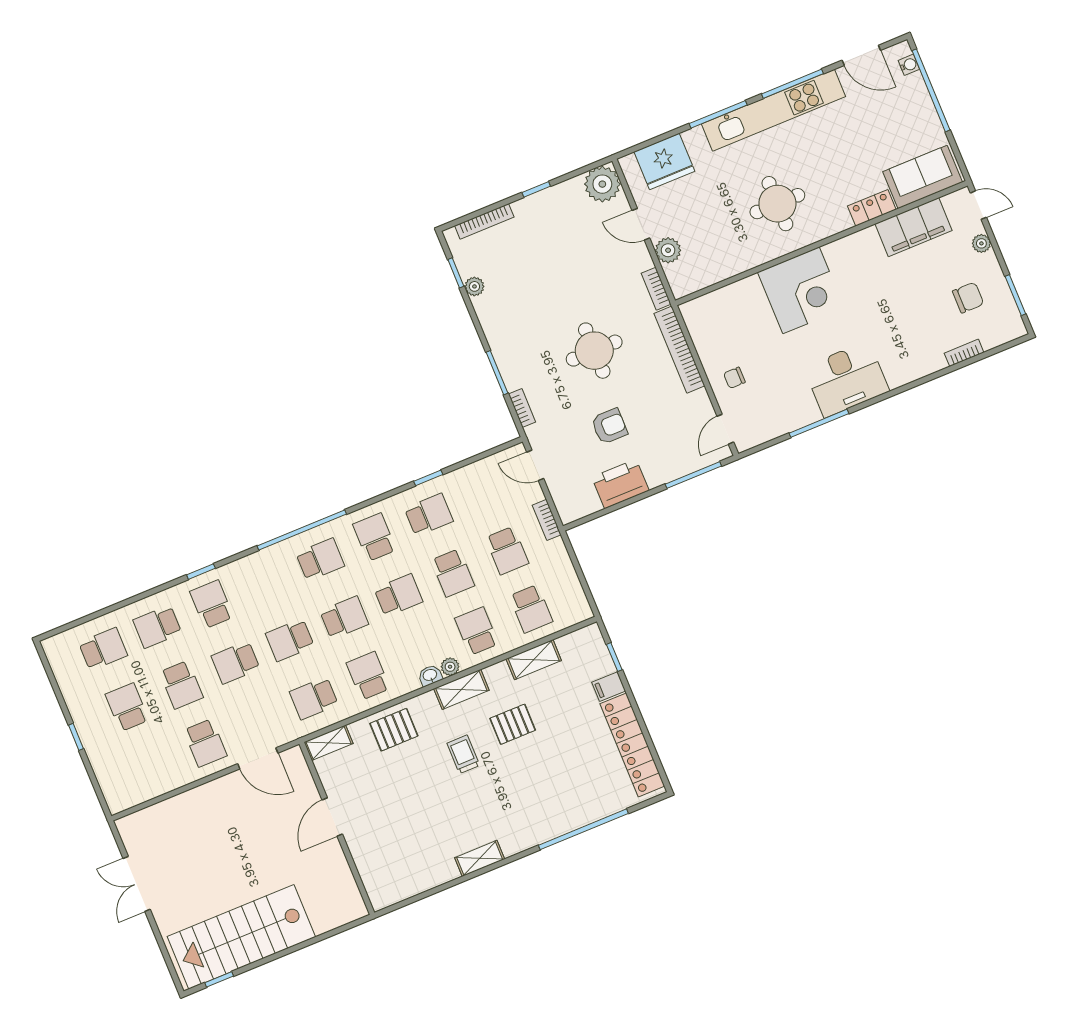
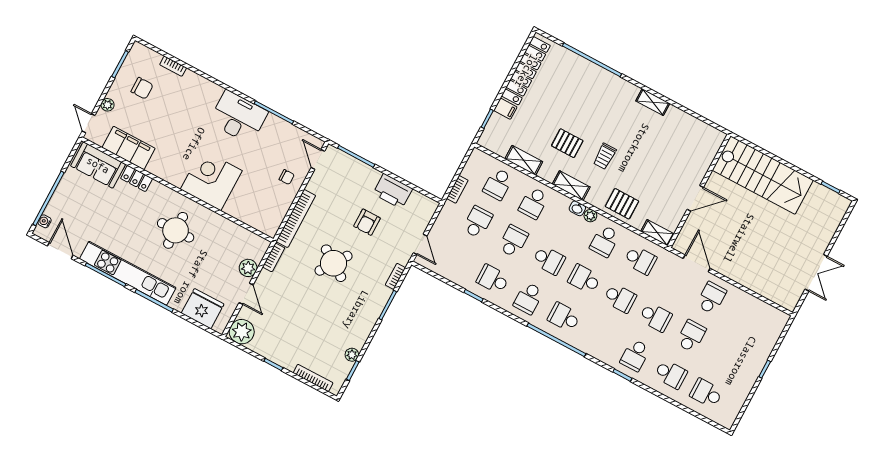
chair: (968, 298) -> (142, 88), turned 180
round table: (594, 351) -> (334, 263), turned 34
armchair: (609, 426) -> (367, 222), turned -90
door: (725, 429) -> (318, 159), swing flipped
bookcase: (547, 520) -> (457, 189), moved
school desk: (398, 595) -> (549, 260), turned 180
school desk: (531, 609) -> (498, 184), turned 180
plant: (450, 667) -> (590, 216), moved
school desk: (127, 707) -> (727, 355), removed
stairs: (241, 937) -> (763, 175), moved

